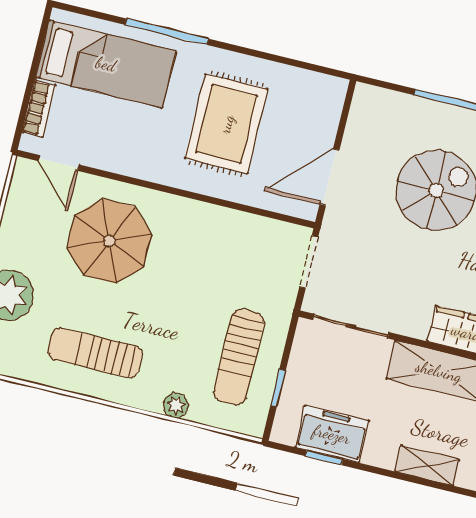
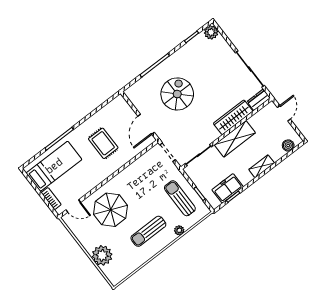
rug: (226, 124) -> (103, 143), width x0.73, depth x0.70
sun lounger: (95, 353) -> (148, 231), moved
sun lounger: (239, 357) -> (180, 198), turned 180

